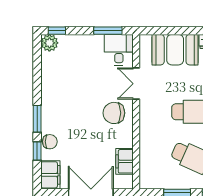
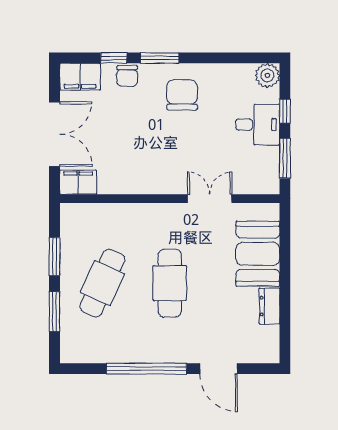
window: (57, 31) -> (285, 111), moved
desk: (119, 50) -> (258, 125), moved
chair: (114, 113) -> (182, 95), moved
filing cabinet: (125, 161) -> (78, 182), moved

